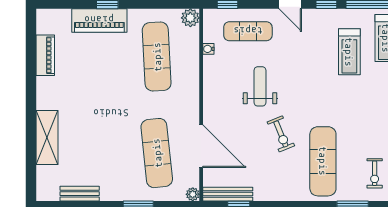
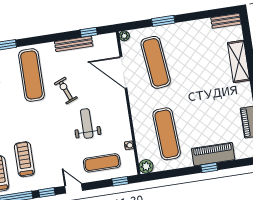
weight bench: (260, 86) -> (87, 123), turned 180
bench: (80, 194) -> (226, 21), moved
bench: (228, 194) -> (74, 44), moved

